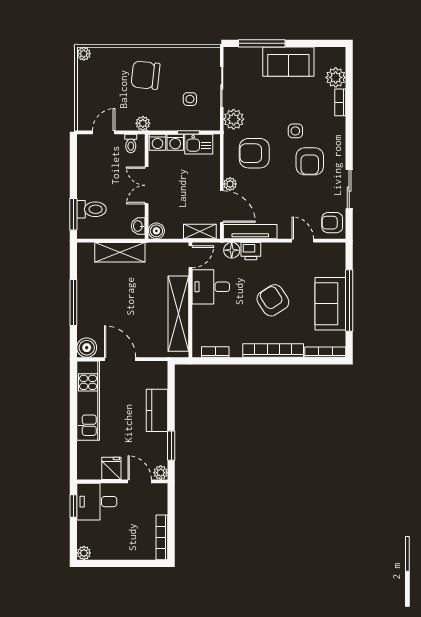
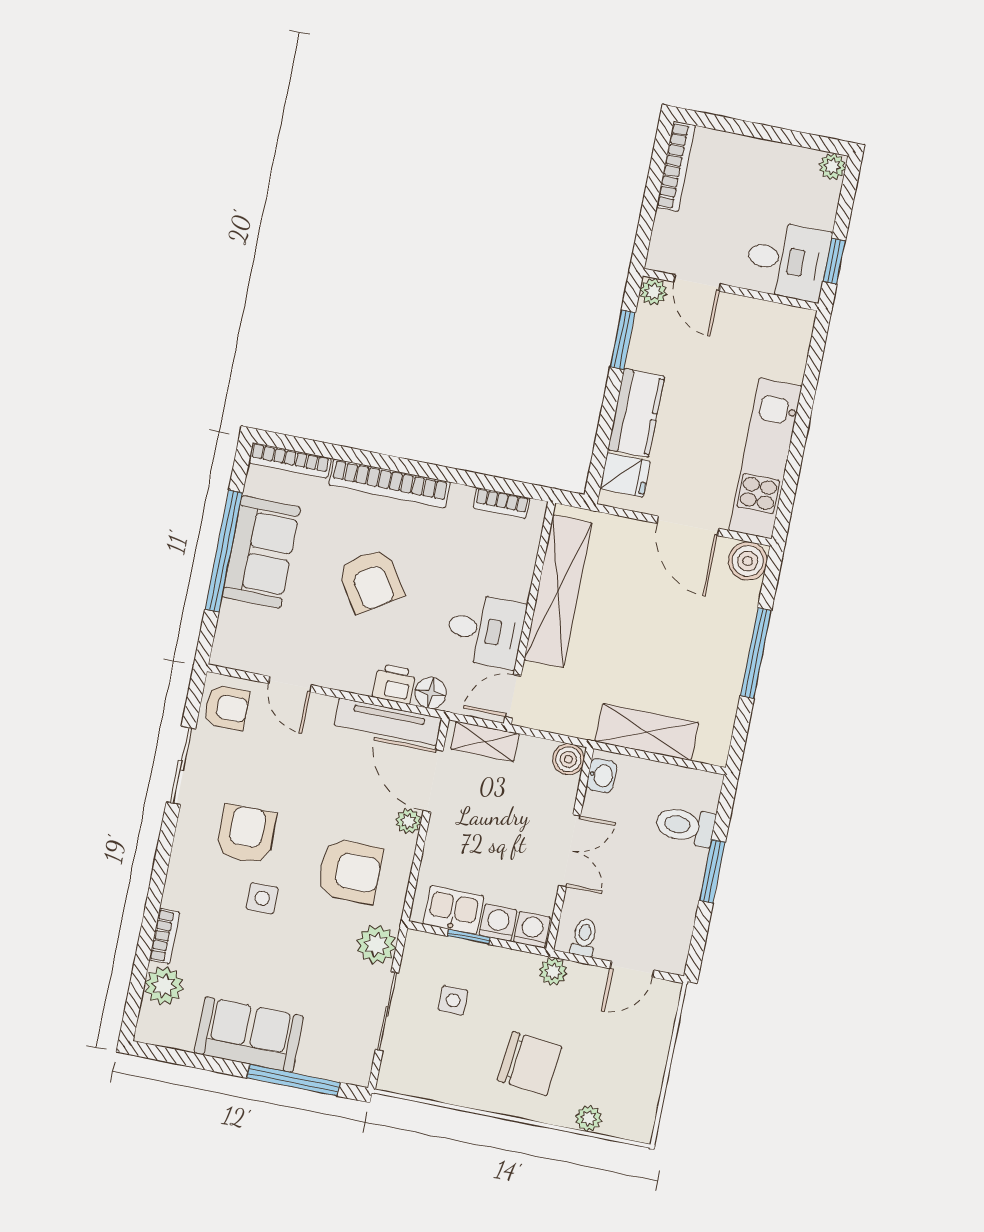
plant: (84, 54) -> (589, 1118), moved
window: (73, 214) -> (712, 871), moved
fridge: (111, 468) -> (625, 475), moved, turned -90

